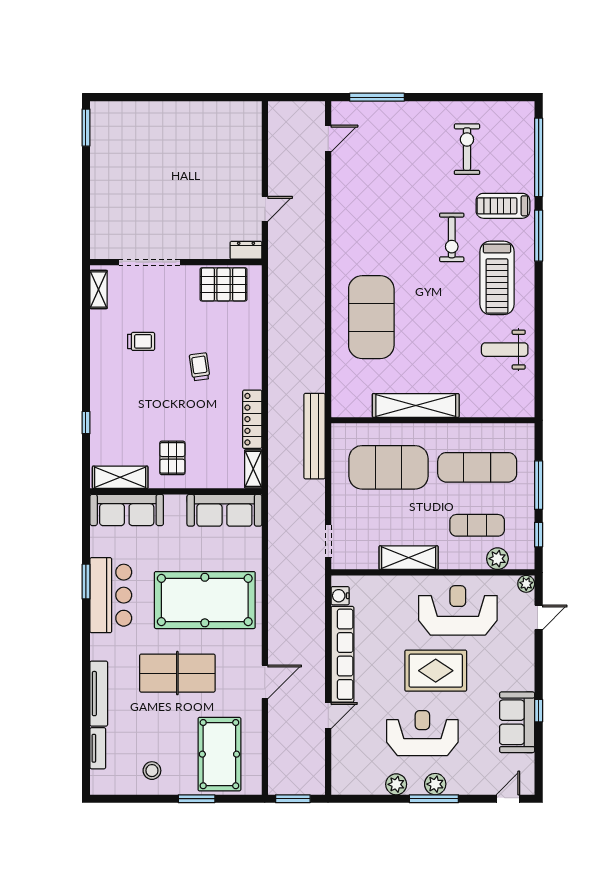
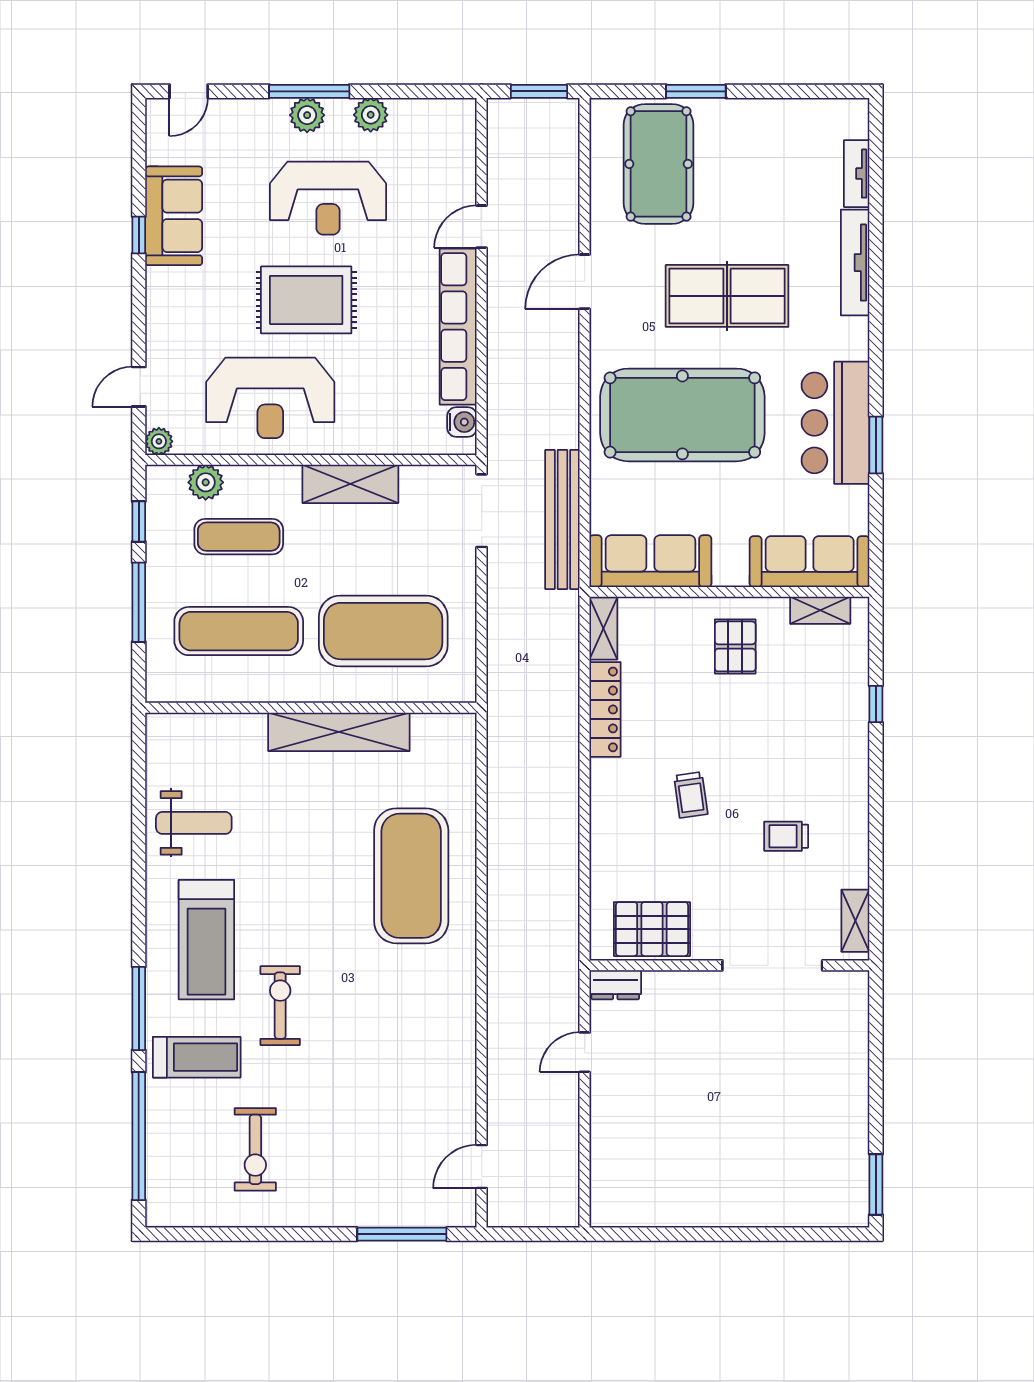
treadmill: (497, 278) -> (206, 940), turned 180
bench: (314, 436) -> (562, 520), moved
shelving: (120, 477) -> (820, 610), width x0.67, depth x0.75
doorway: (328, 541) -> (482, 511), width x1.38
stool: (152, 771) -> (768, 137), removed

